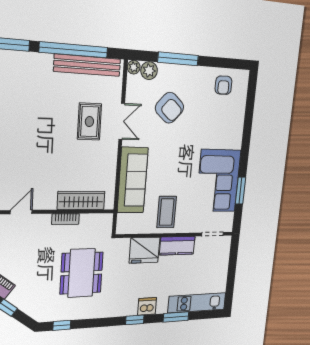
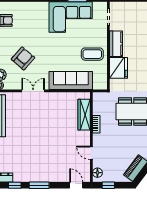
rug: (89, 122) -> (34, 112), removed

